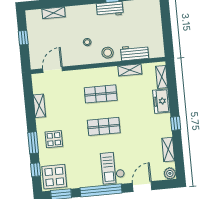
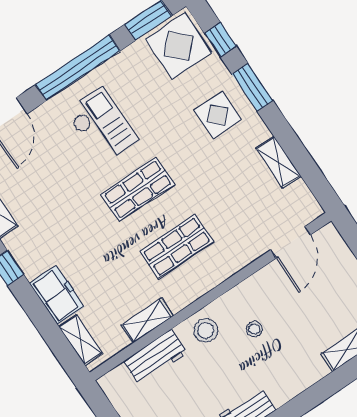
checkout: (113, 168) -> (102, 126), moved

